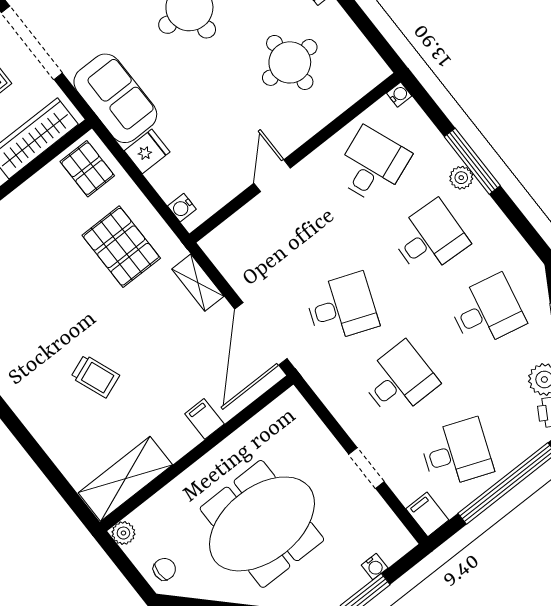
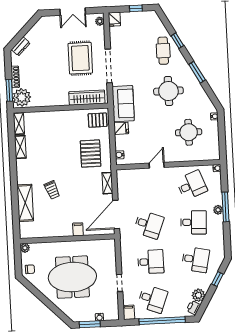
pallet: (87, 169) -> (98, 120), turned 90
shelving: (125, 479) -> (25, 203), moved, turned 90

